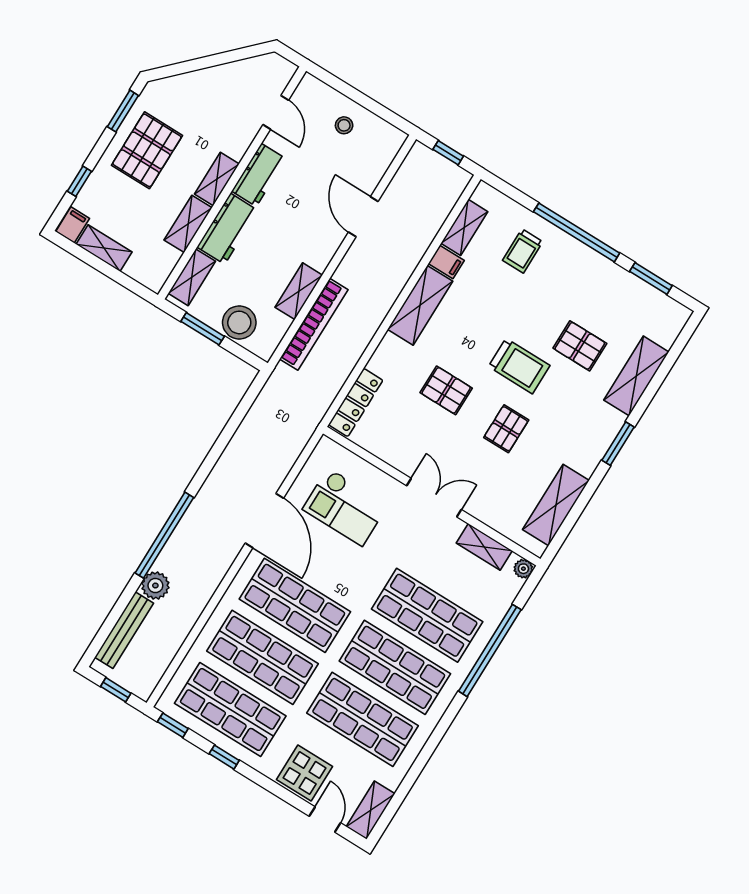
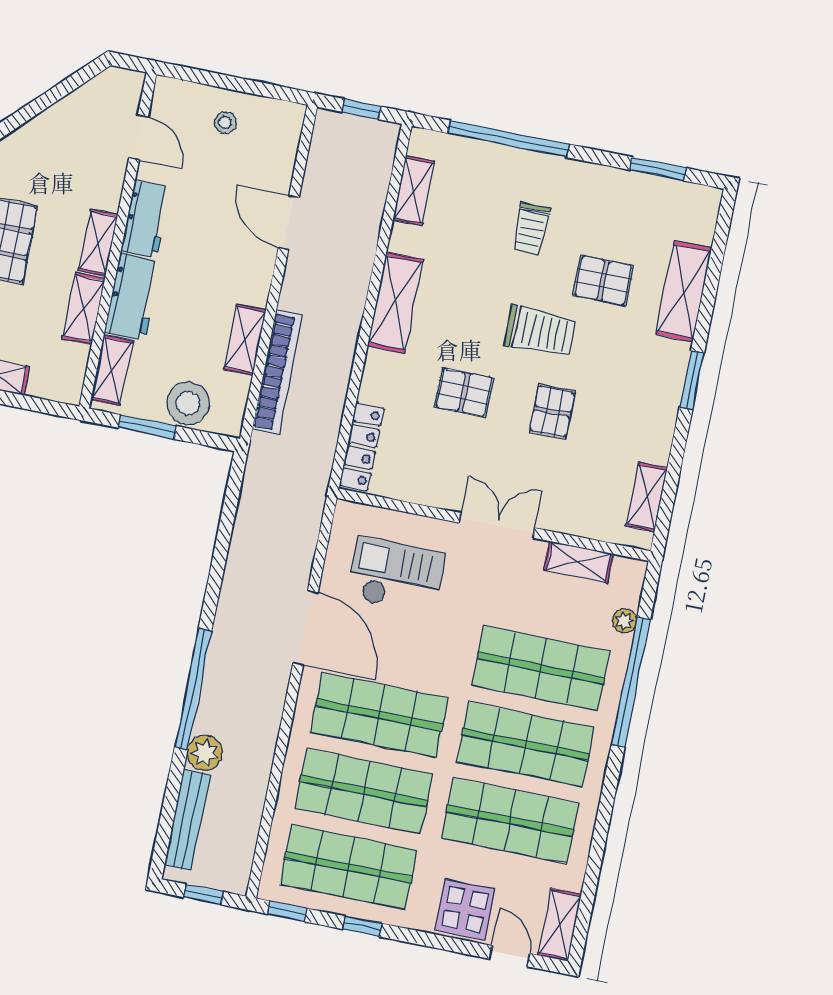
window: (577, 232) -> (508, 139), moved
trolley: (523, 251) -> (531, 229), moved
filing cabinet: (446, 262) -> (407, 240), removed
shelving: (556, 505) -> (647, 497), width x0.67, depth x0.75
checkout: (345, 507) -> (396, 575), turned 180
plant: (523, 569) -> (624, 621), moved

